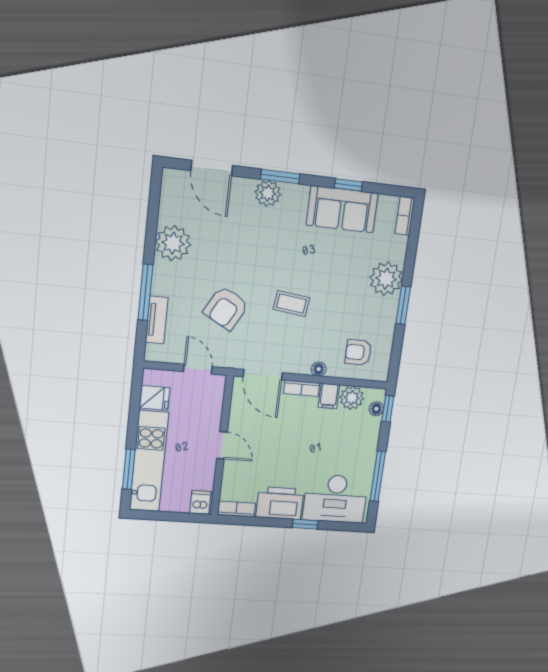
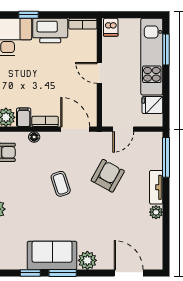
window: (280, 176) -> (63, 273), moved
sofa: (342, 209) -> (52, 255), moved
plant: (173, 243) -> (156, 212), width x0.53, depth x0.53
window: (145, 292) -> (166, 157), moved
coffee table: (291, 304) -> (61, 184), turned 65
tv unit: (157, 320) -> (156, 187), moved
door: (198, 369) -> (123, 129), hinge flipped

